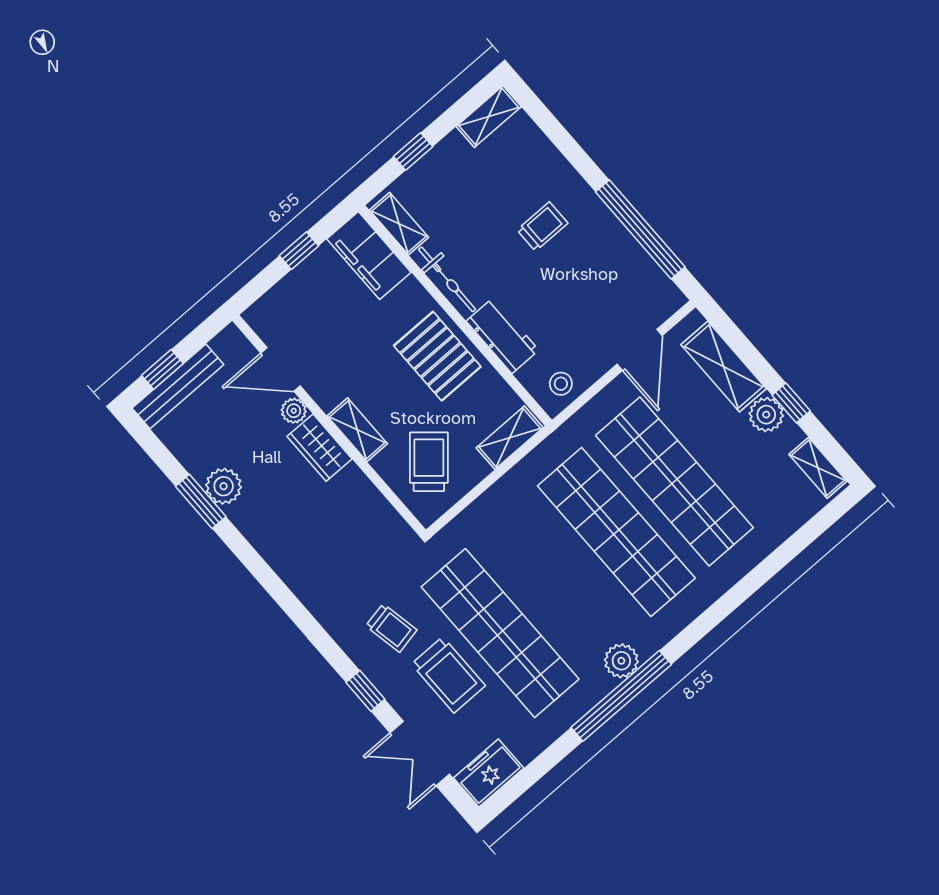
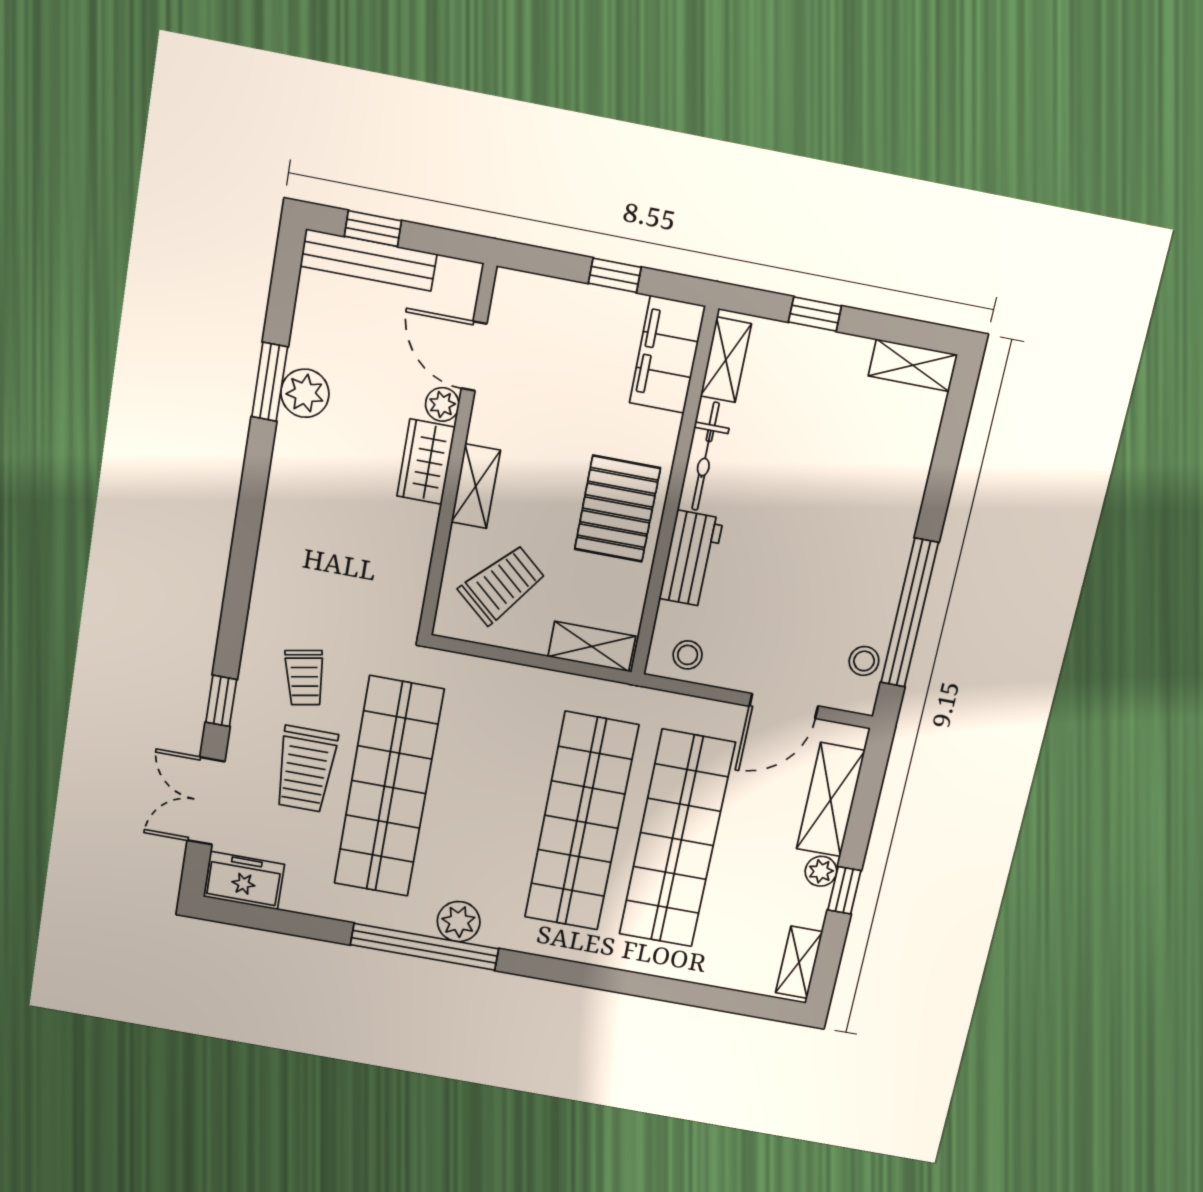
trolley: (542, 227) -> (837, 512), removed
stool: (649, 279) -> (864, 661), added
plant: (766, 415) -> (821, 871), width x0.73, depth x0.73

